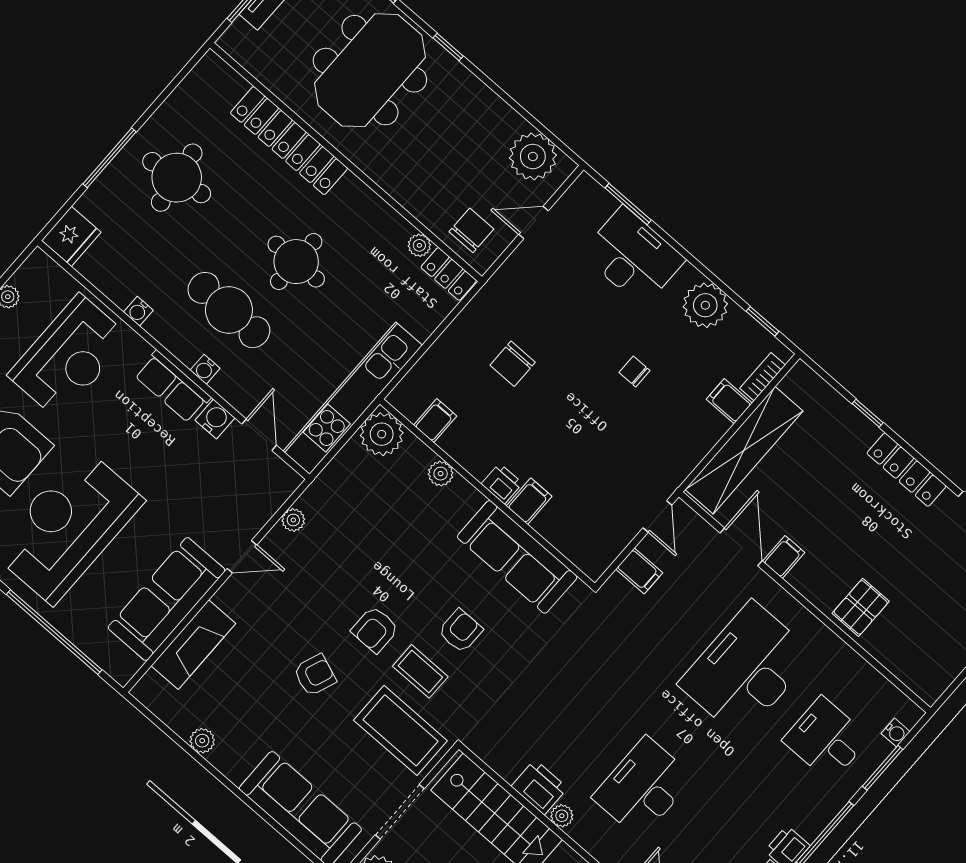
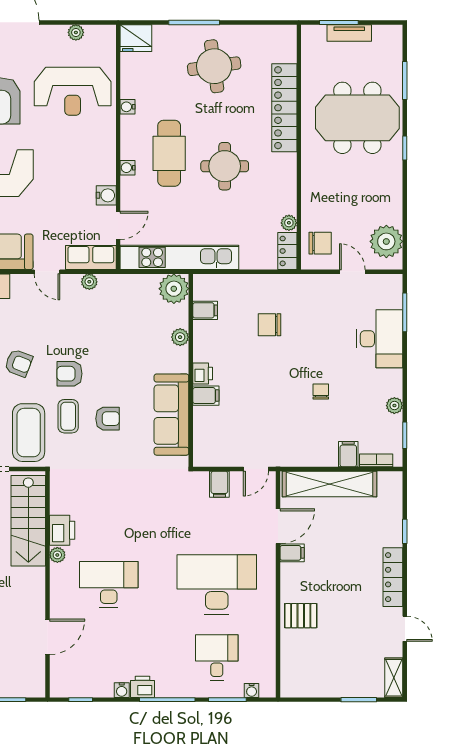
plant: (705, 305) -> (394, 406), width x0.53, depth x0.53
row of seats: (173, 386) -> (91, 258), moved, turned 90

